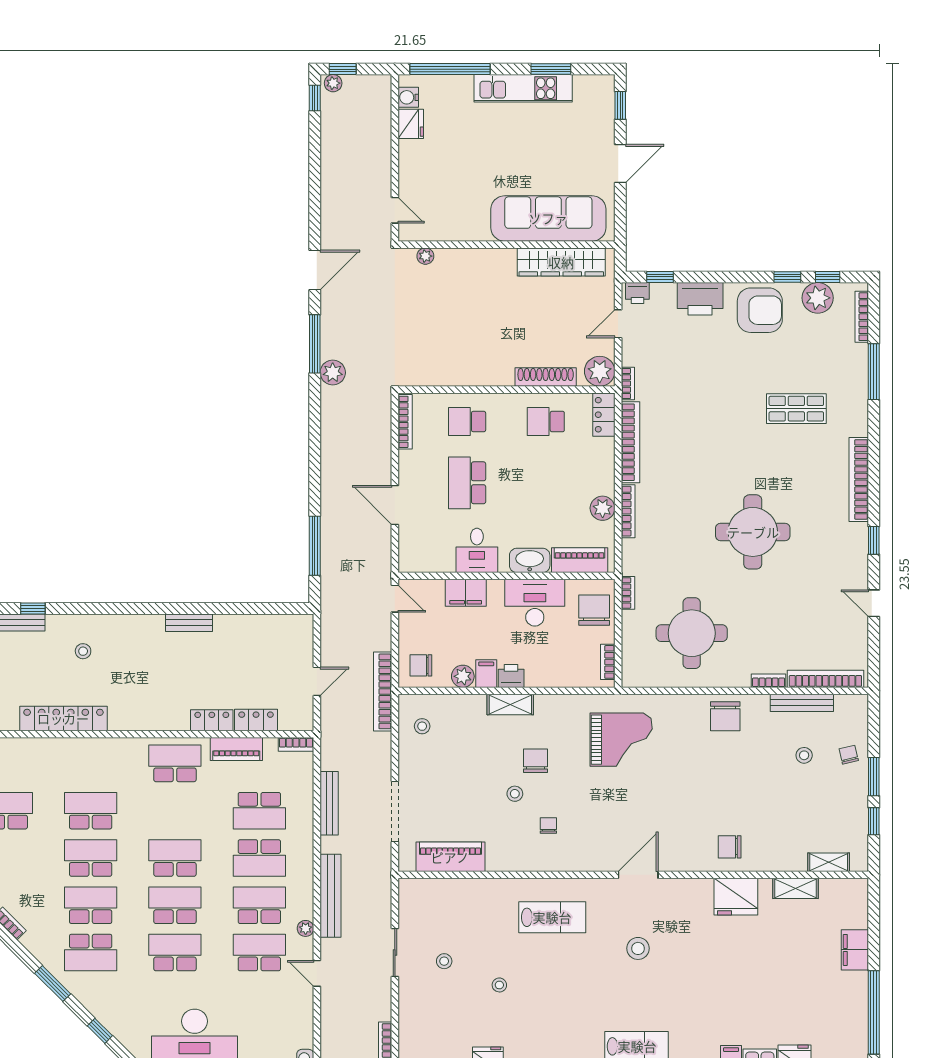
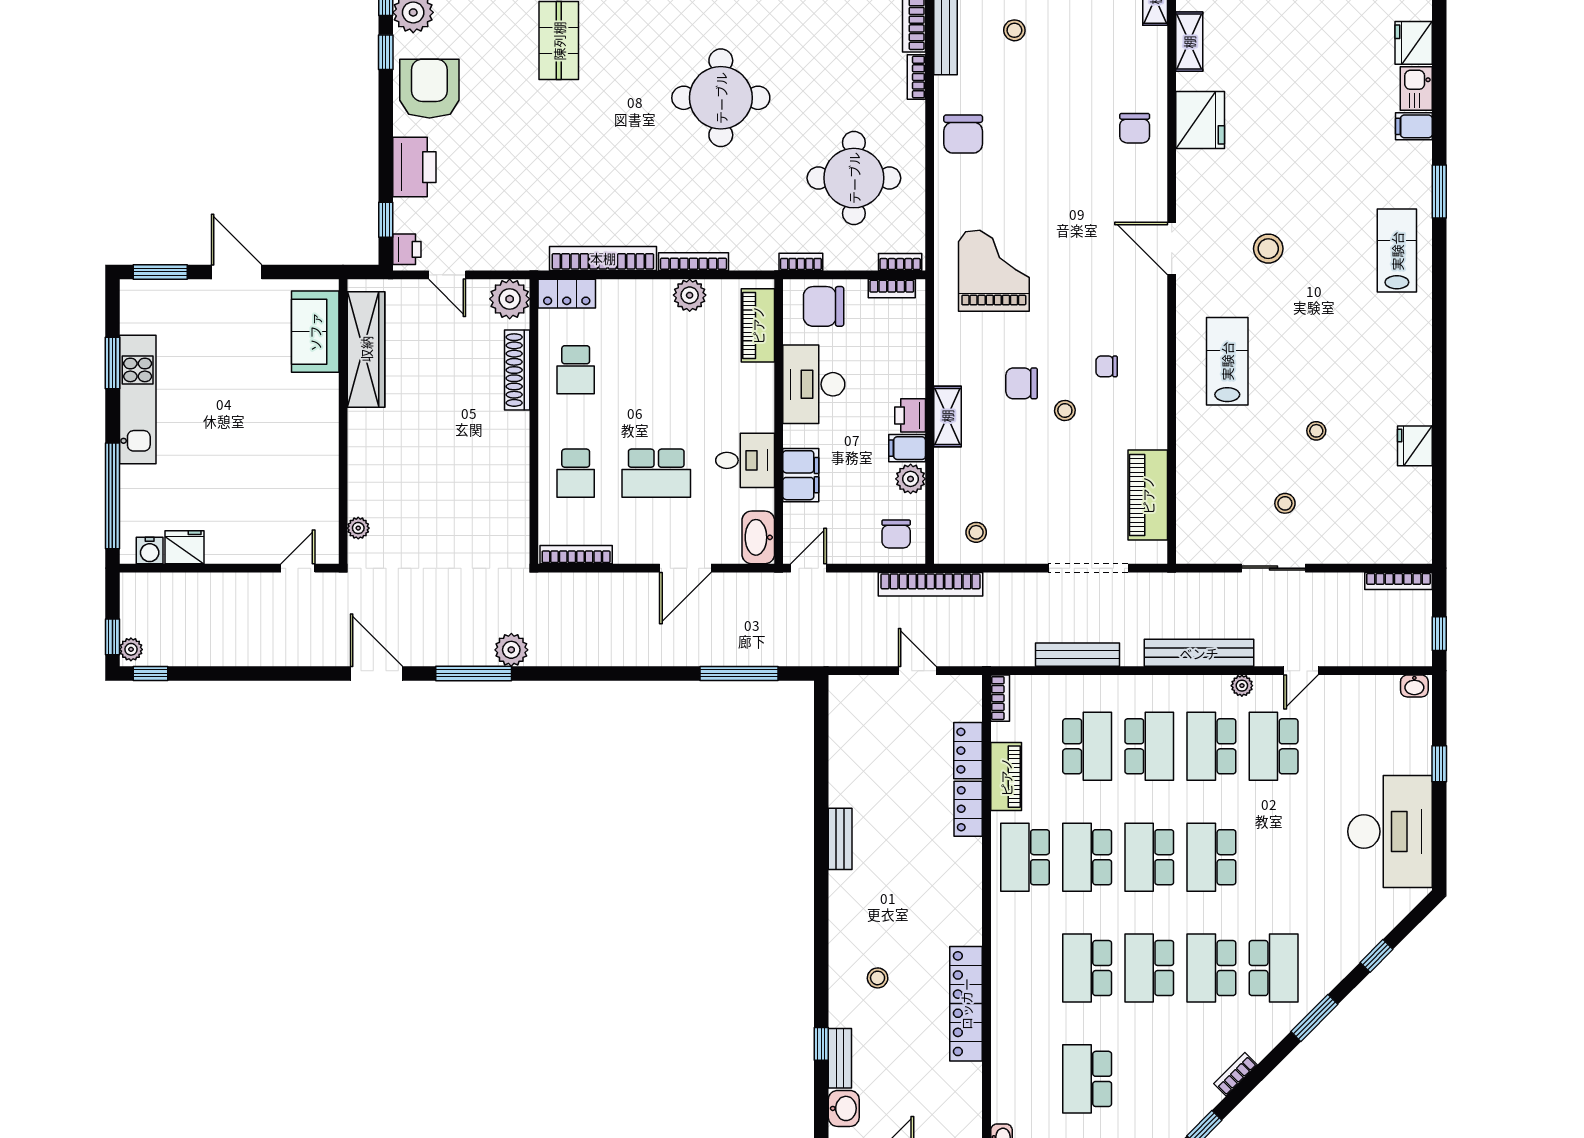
window: (620, 105) -> (160, 272), width x1.50
sofa: (548, 218) -> (315, 332), width x0.54, depth x0.79
bookcase: (628, 383) -> (900, 262), moved
washbasin: (530, 560) -> (758, 537), moved
chair: (725, 716) -> (963, 134), turned 90
school desk: (175, 953) -> (1087, 857), moved

